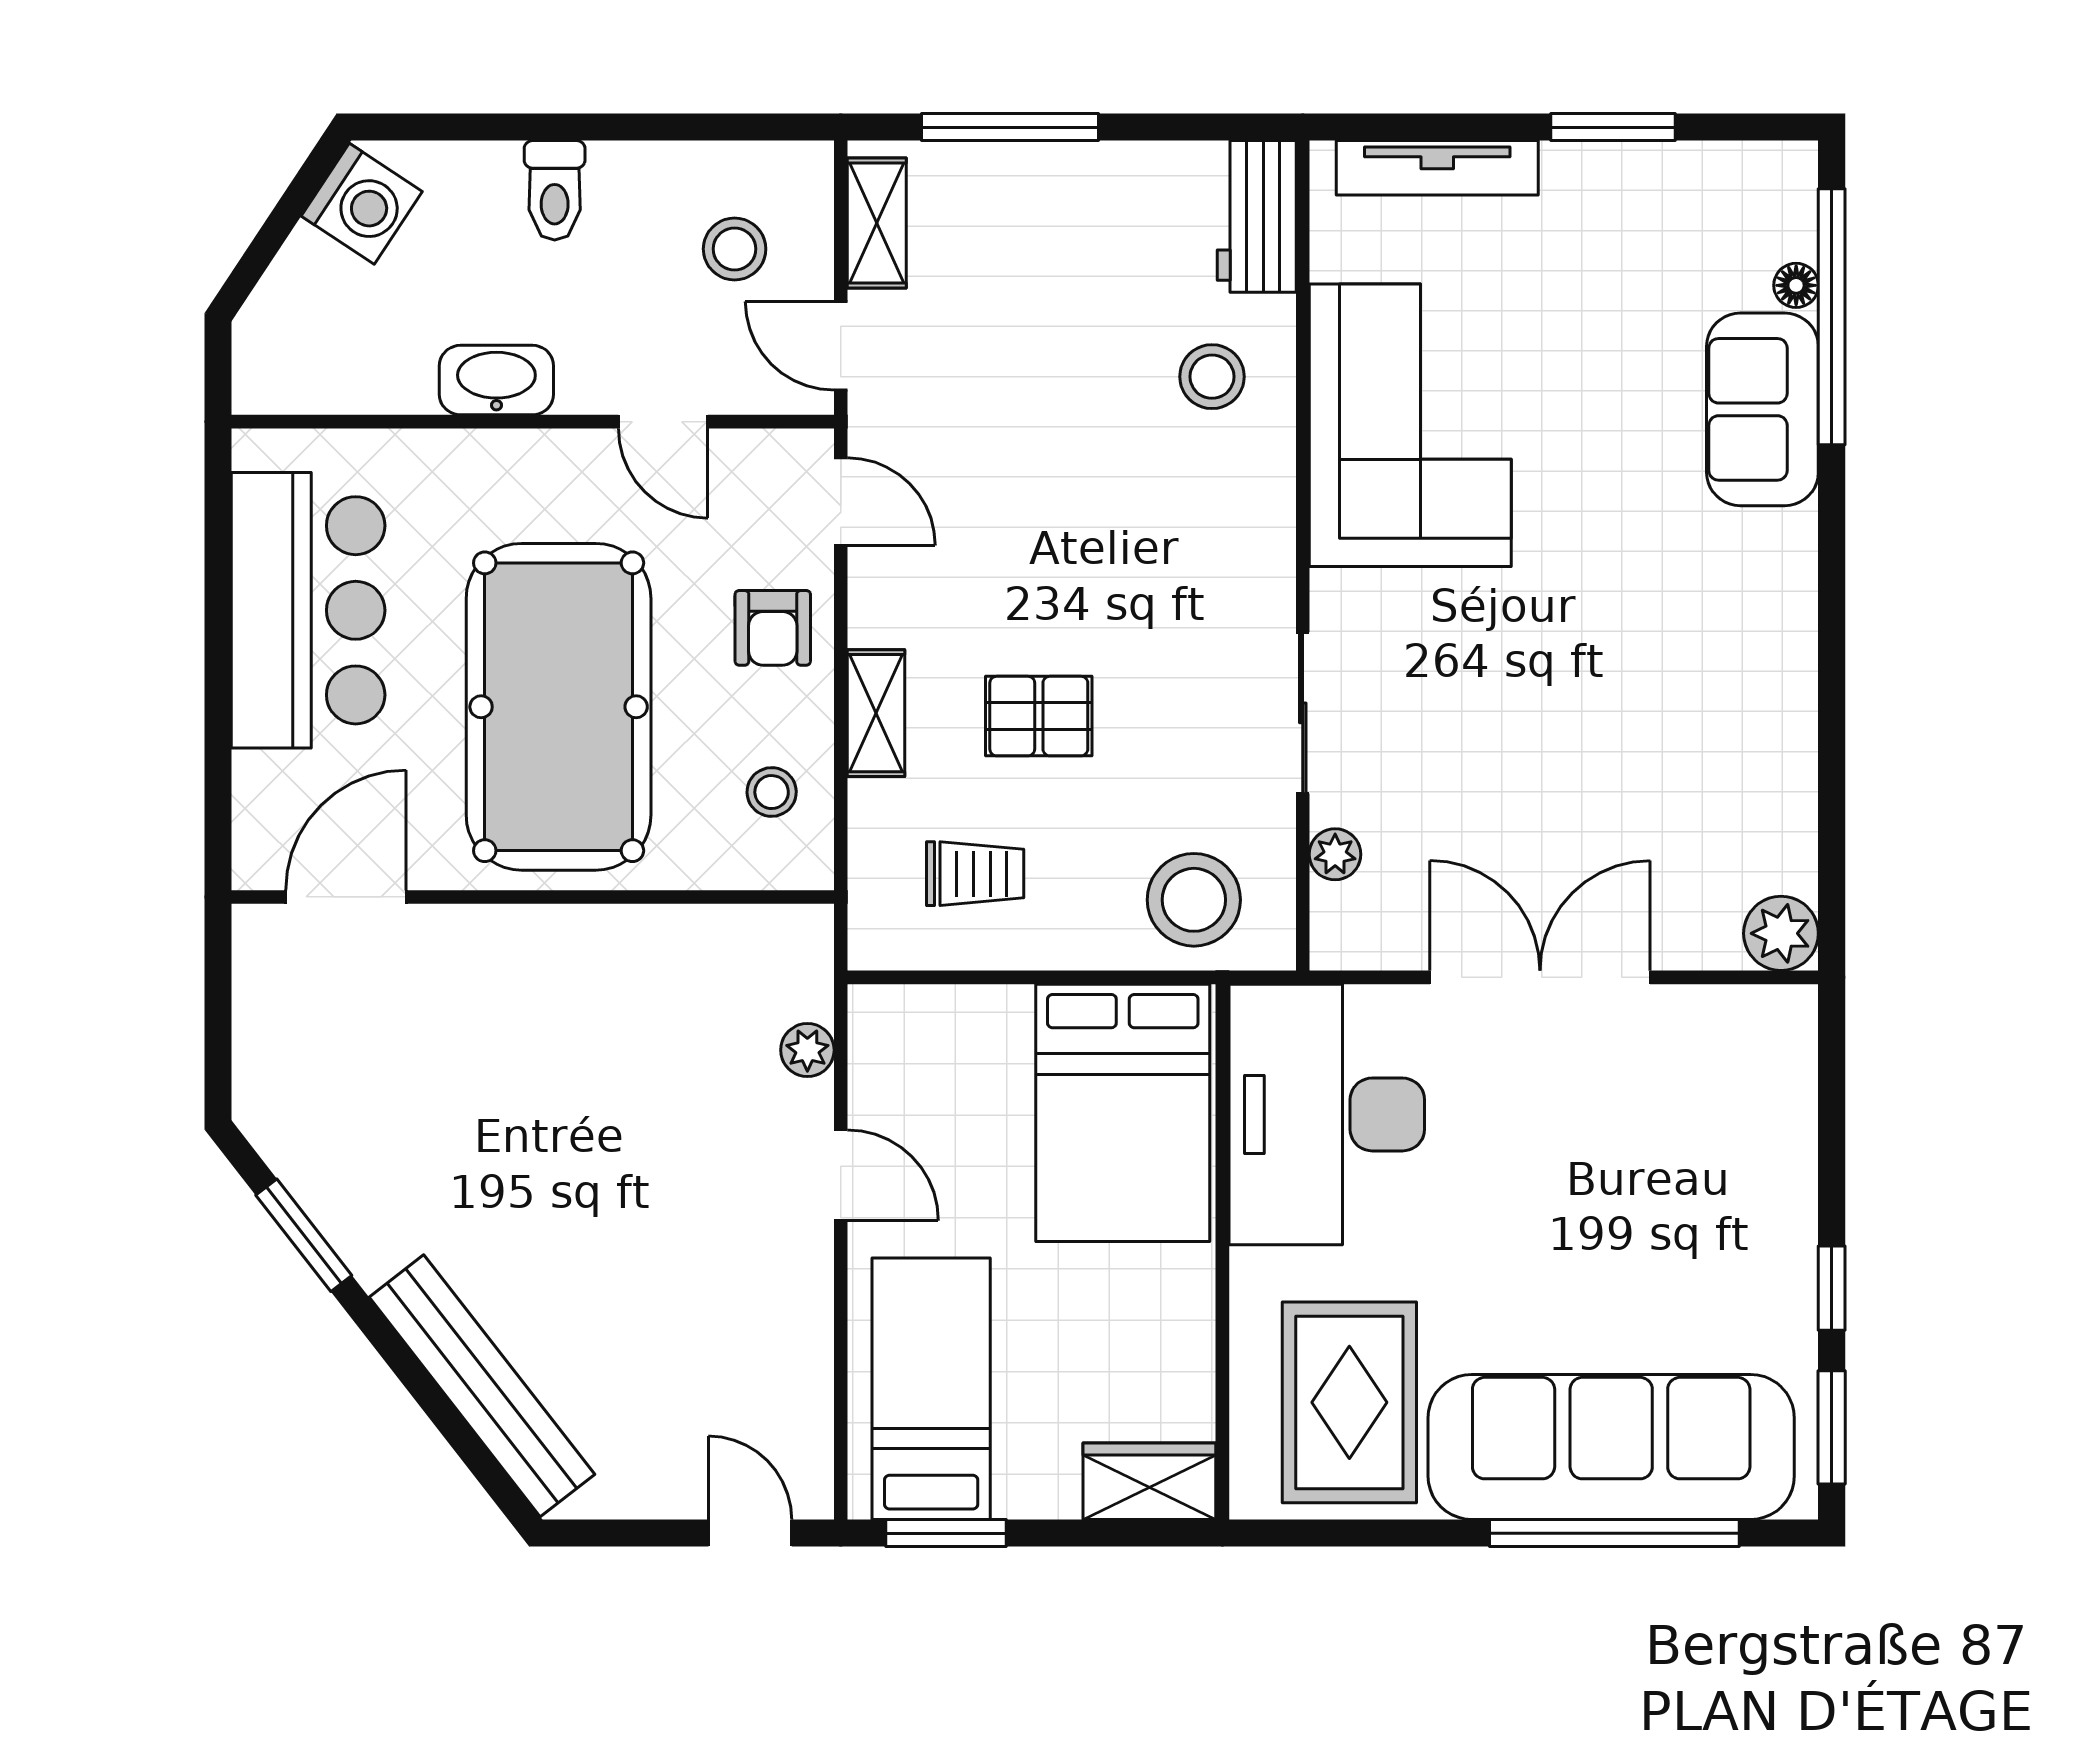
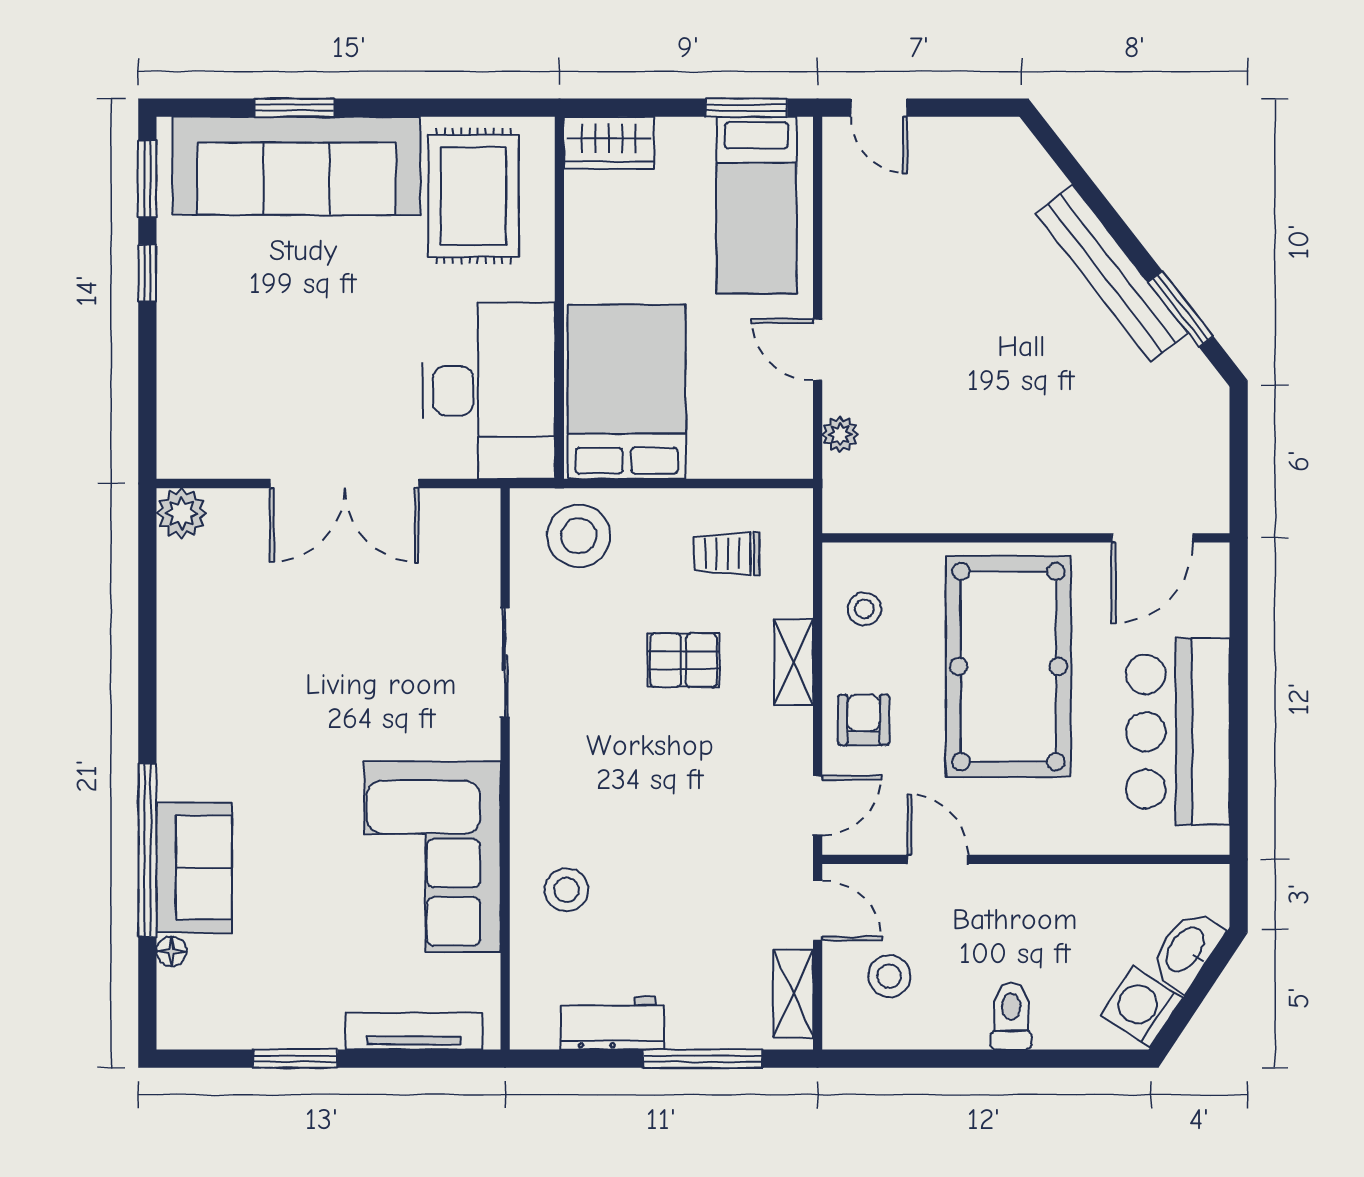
workbench: (1257, 216) -> (612, 1023), moved, turned -90
window: (1832, 317) -> (147, 850), moved
washbasin: (496, 380) -> (1186, 950), moved, turned 123
door: (841, 502) -> (818, 805), swing flipped
plant: (1335, 854) -> (483, 567), removed
bench: (482, 1386) -> (1111, 273), moved
window: (1614, 1533) -> (294, 108), width x0.47

